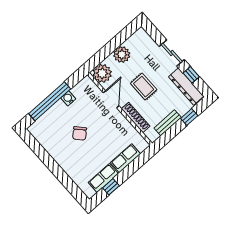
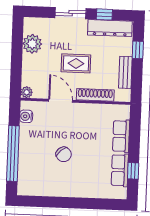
plant: (122, 55) -> (32, 44), moved
plant: (102, 73) -> (27, 92), width x0.53, depth x0.53
water cooler: (68, 98) -> (26, 116), moved

